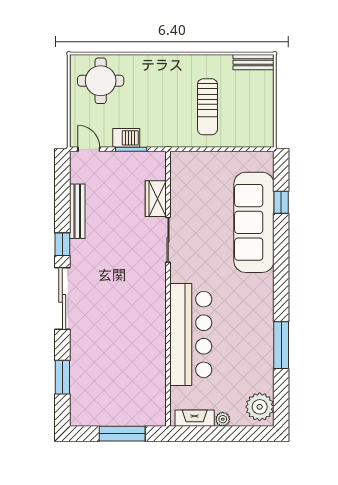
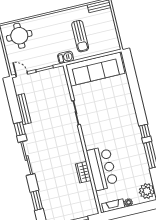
barbecue: (126, 138) -> (66, 57), moved
wardrobe: (156, 199) -> (83, 172), moved
window: (281, 202) -> (145, 131), moved
sofa: (254, 222) -> (95, 69), moved, turned -90
bar counter: (191, 334) -> (102, 168), width x0.73

